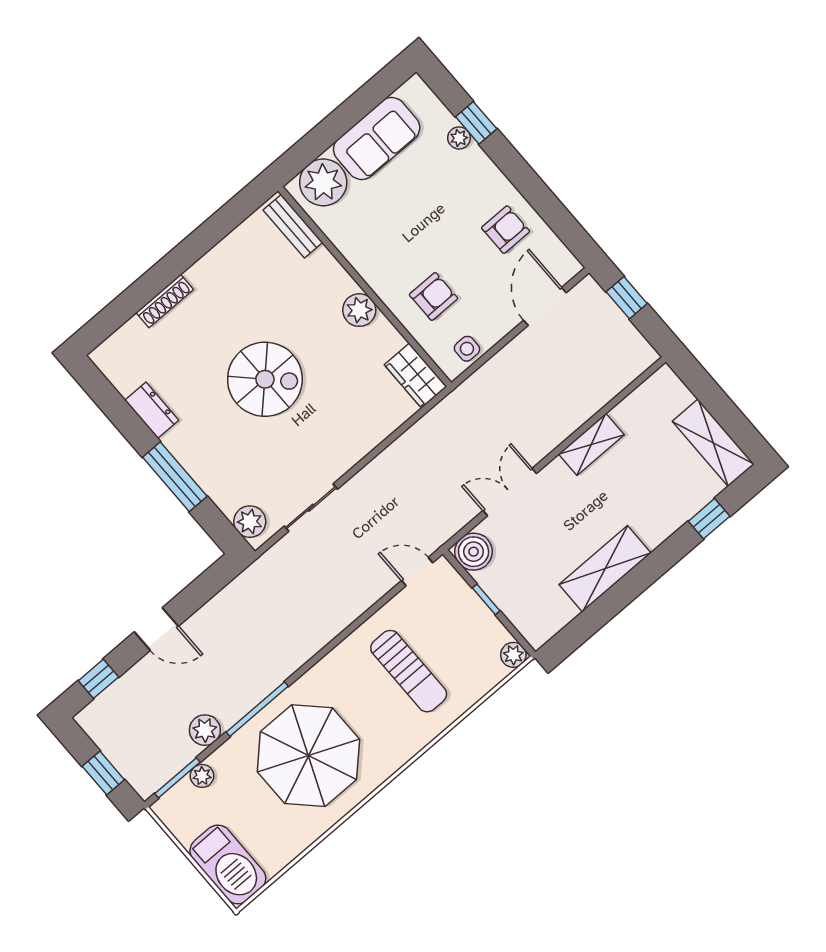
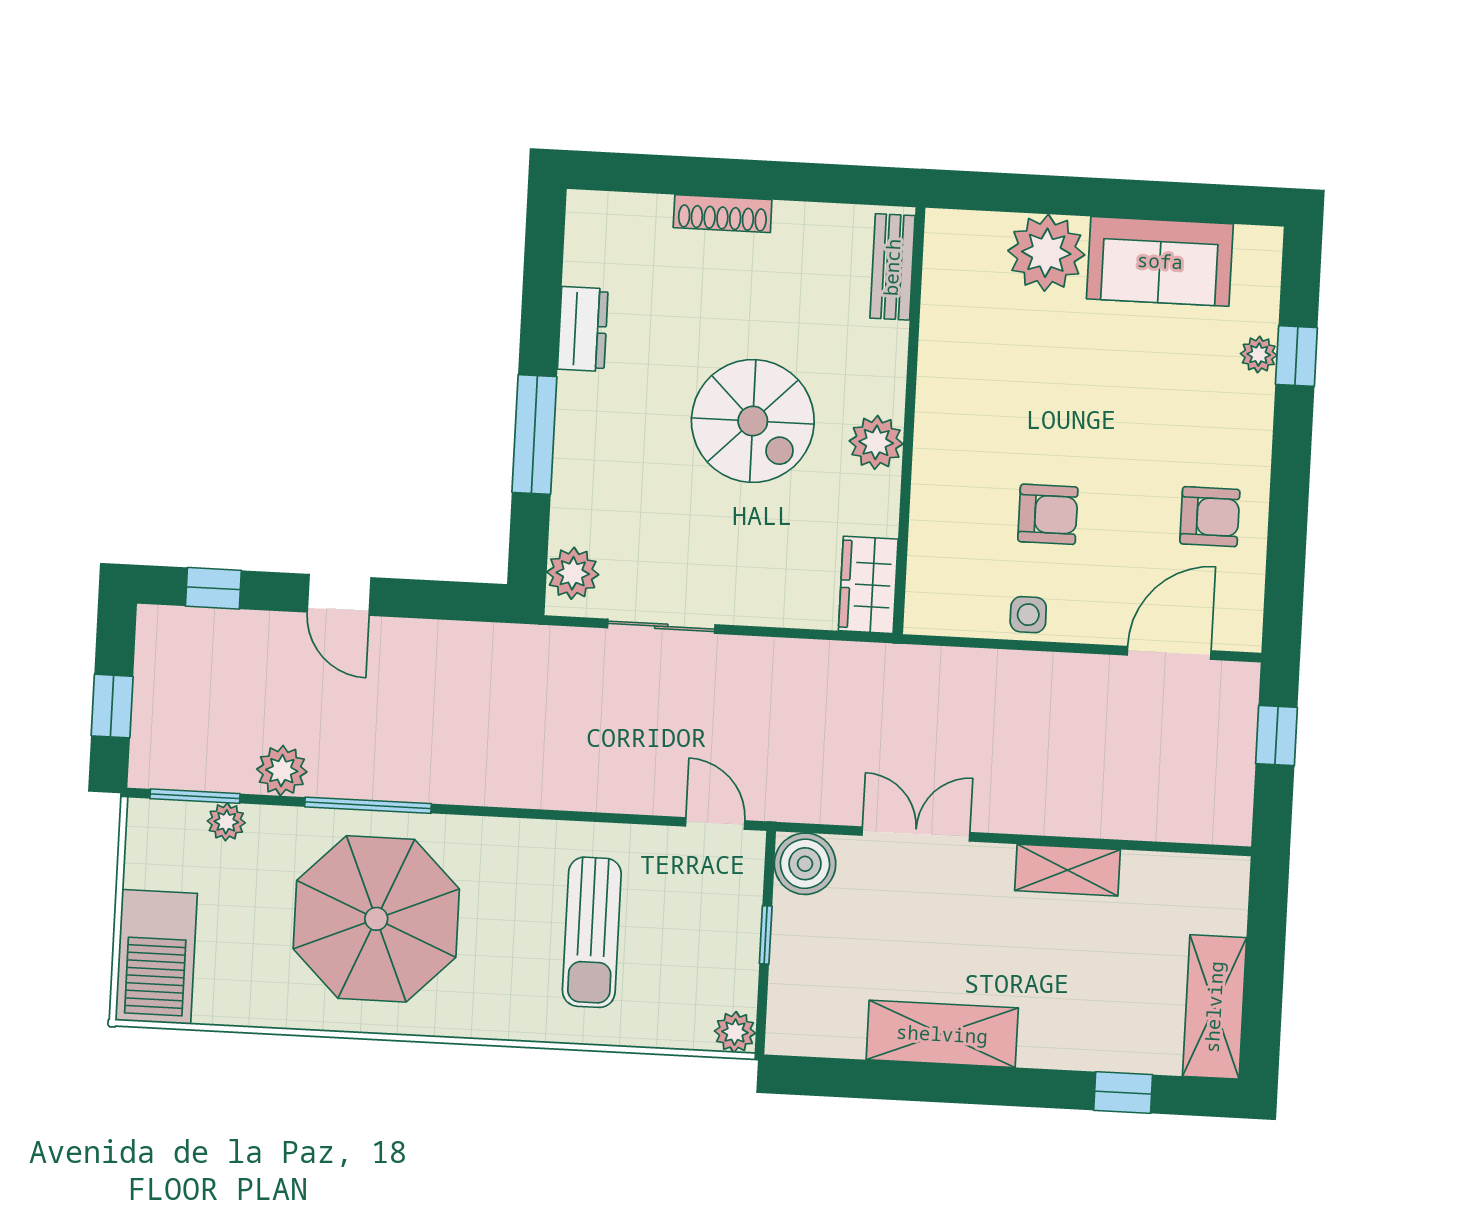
bench: (293, 226) -> (892, 267), moved
wall: (365, 287) -> (909, 421), moved
plant: (359, 310) -> (876, 442), moved
wardrobe: (416, 376) -> (868, 585), moved

